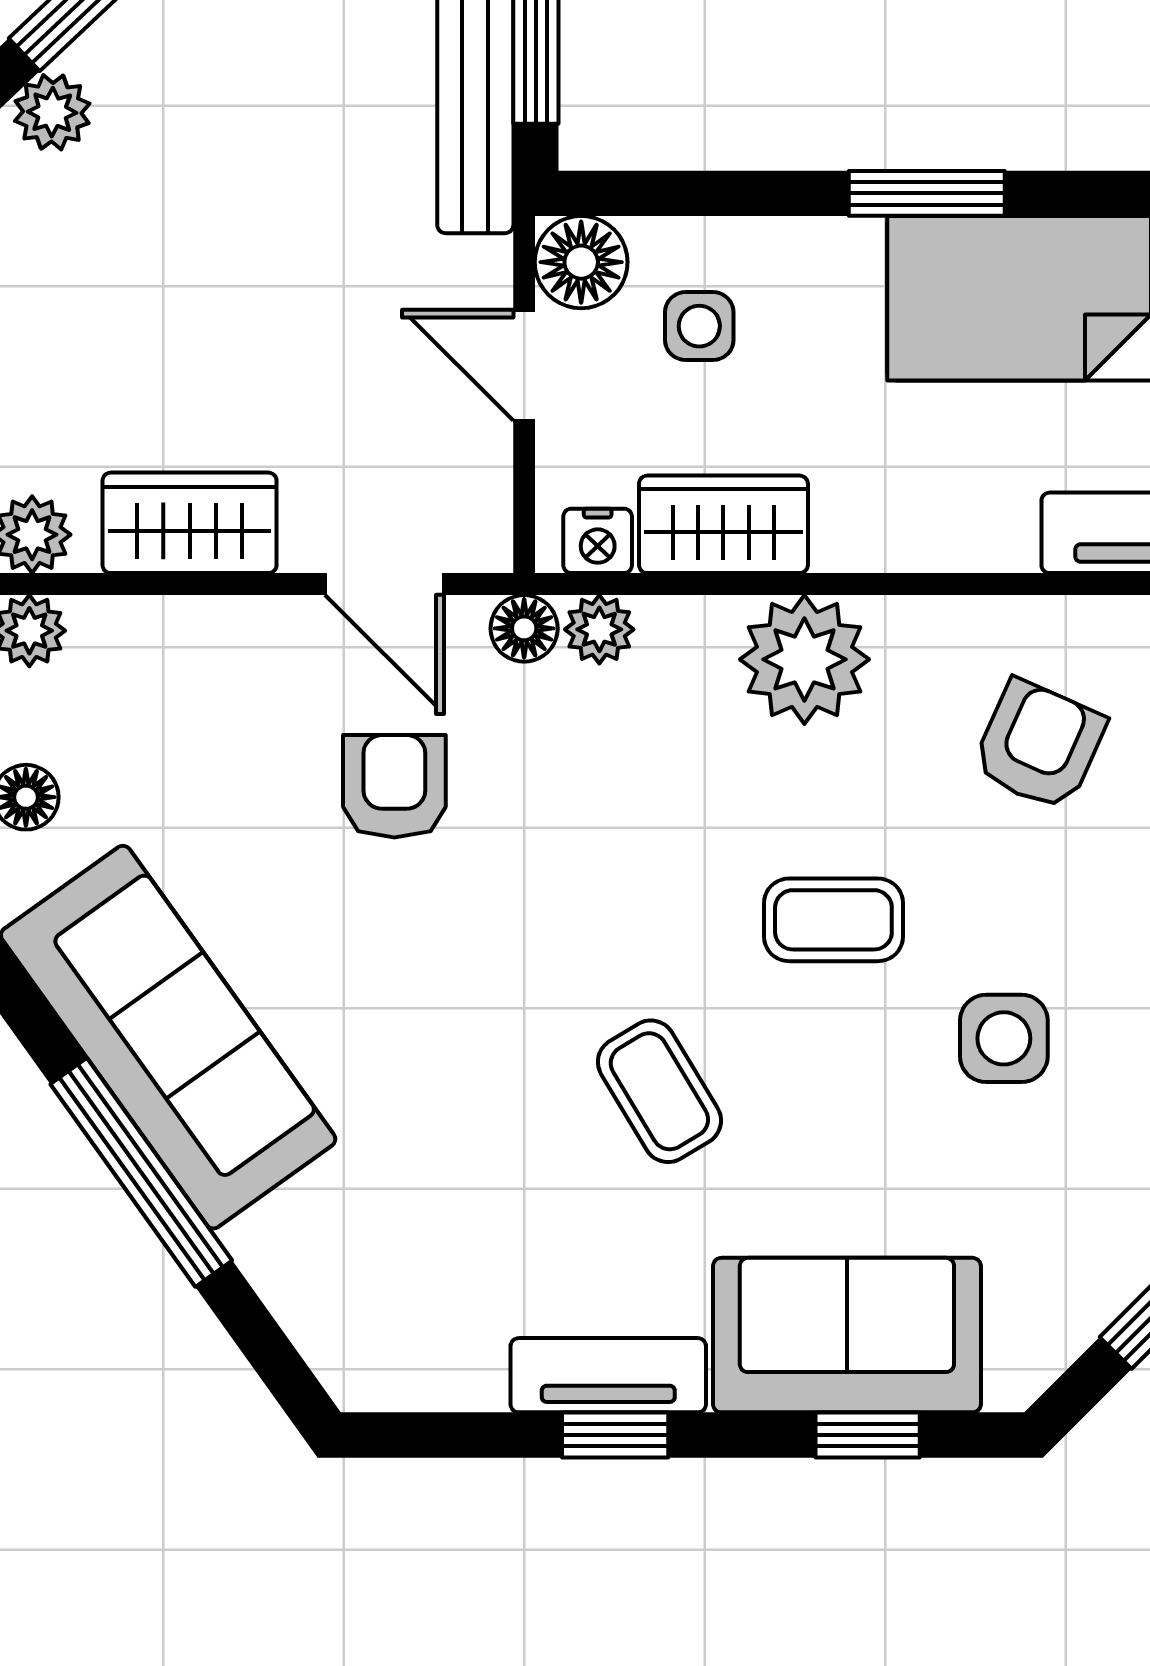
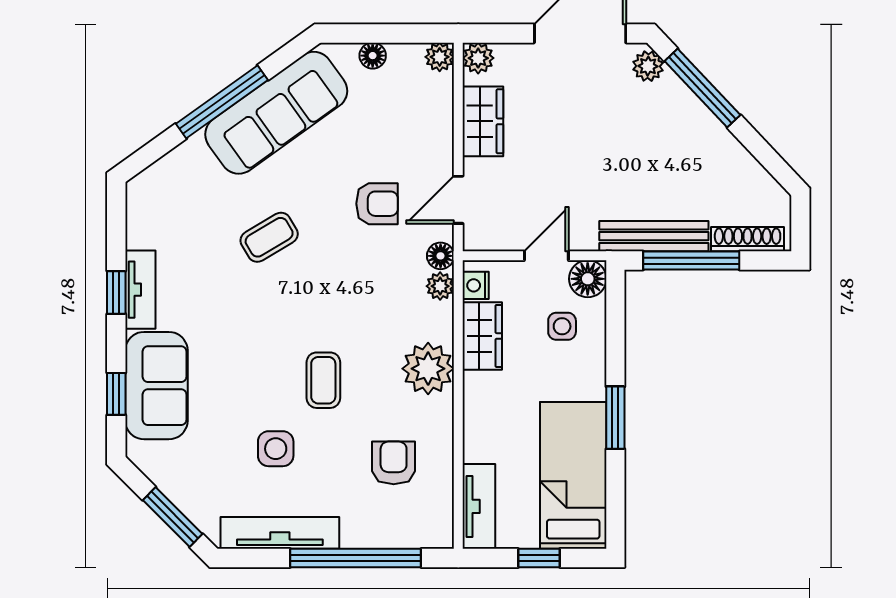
armchair: (1039, 745) -> (394, 463), turned -114
coffee table: (659, 1091) -> (269, 237), moved

